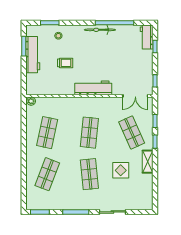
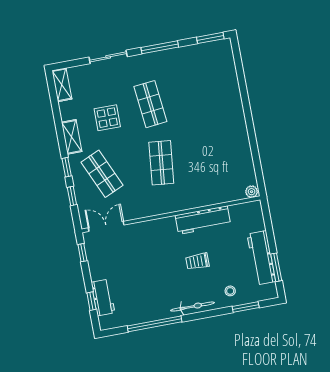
bicycle: (100, 30) -> (192, 307), moved
workbench: (147, 37) -> (103, 297), moved
trolley: (65, 63) -> (197, 261), moved
workbench: (93, 88) -> (203, 220), moved
shop shelf: (47, 133) -> (221, 152), removed
shop shelf: (47, 174) -> (210, 93), removed
shelving: (148, 199) -> (62, 85), added

